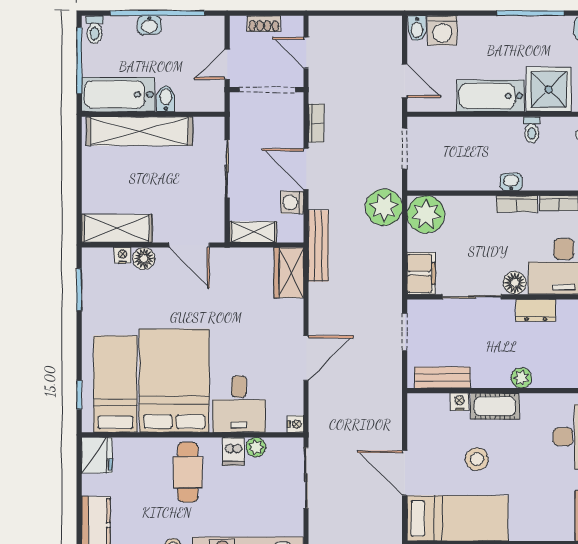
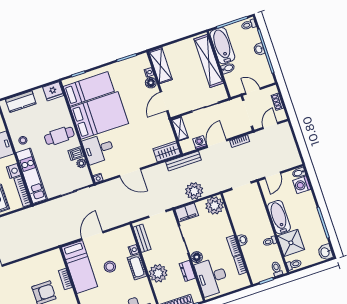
plant: (384, 207) -> (194, 191), moved
plant: (521, 378) -> (158, 273), width x1.88, depth x1.88

